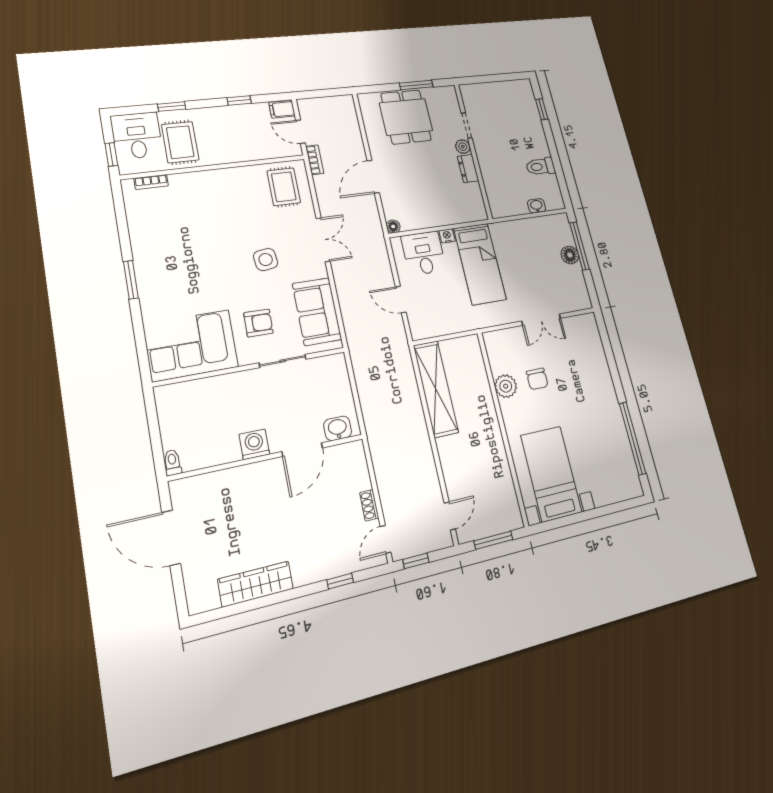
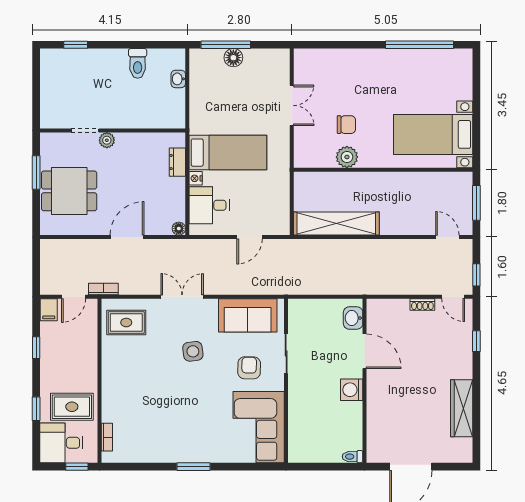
dresser: (468, 169) -> (177, 162), moved, turned 90
door: (373, 177) -> (127, 237), swing flipped

